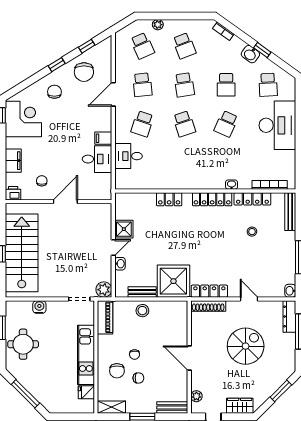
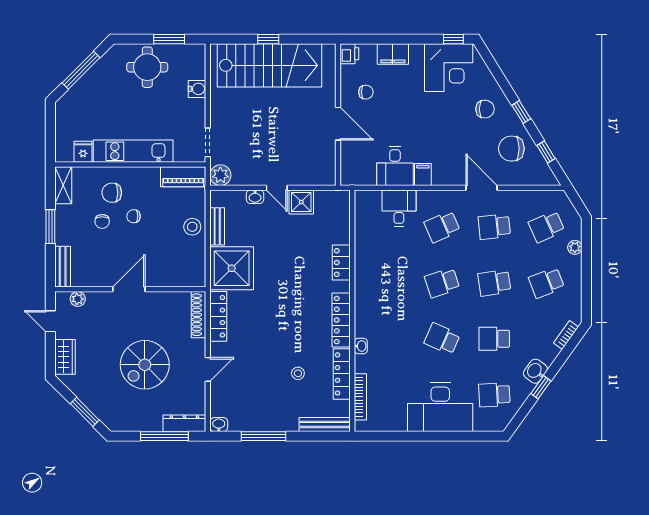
school desk: (142, 124) -> (442, 227), turned -42
spiral stairs: (246, 346) -> (145, 365), turned 90

